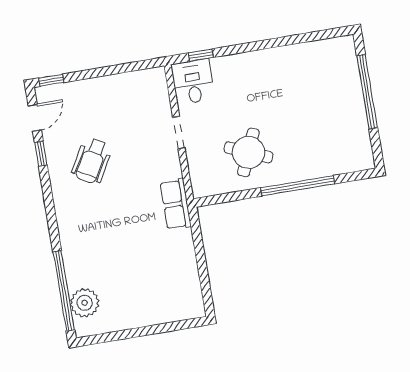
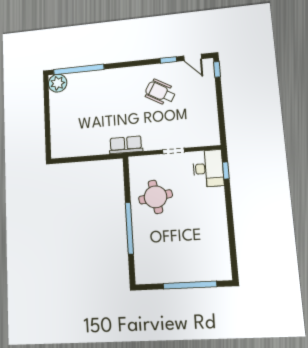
desk: (193, 82) -> (208, 168), width x1.37
round table: (248, 152) -> (155, 197), turned -32
plant: (85, 303) -> (58, 83), moved

